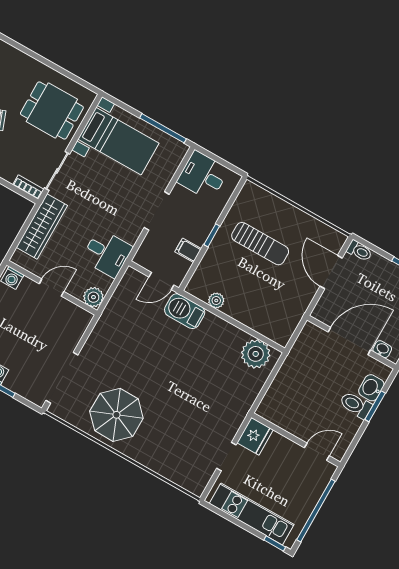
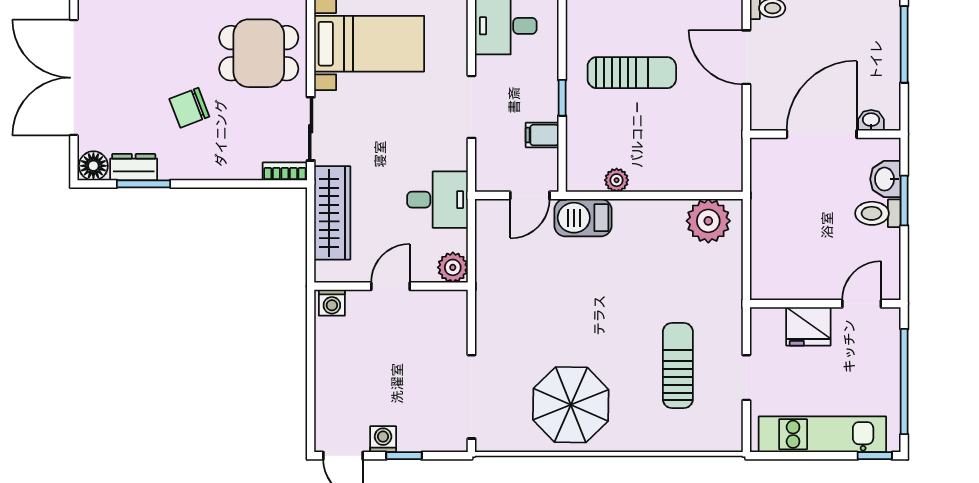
sun lounger: (191, 427) -> (678, 366), added
fridge: (255, 436) -> (808, 326), moved, turned 90

